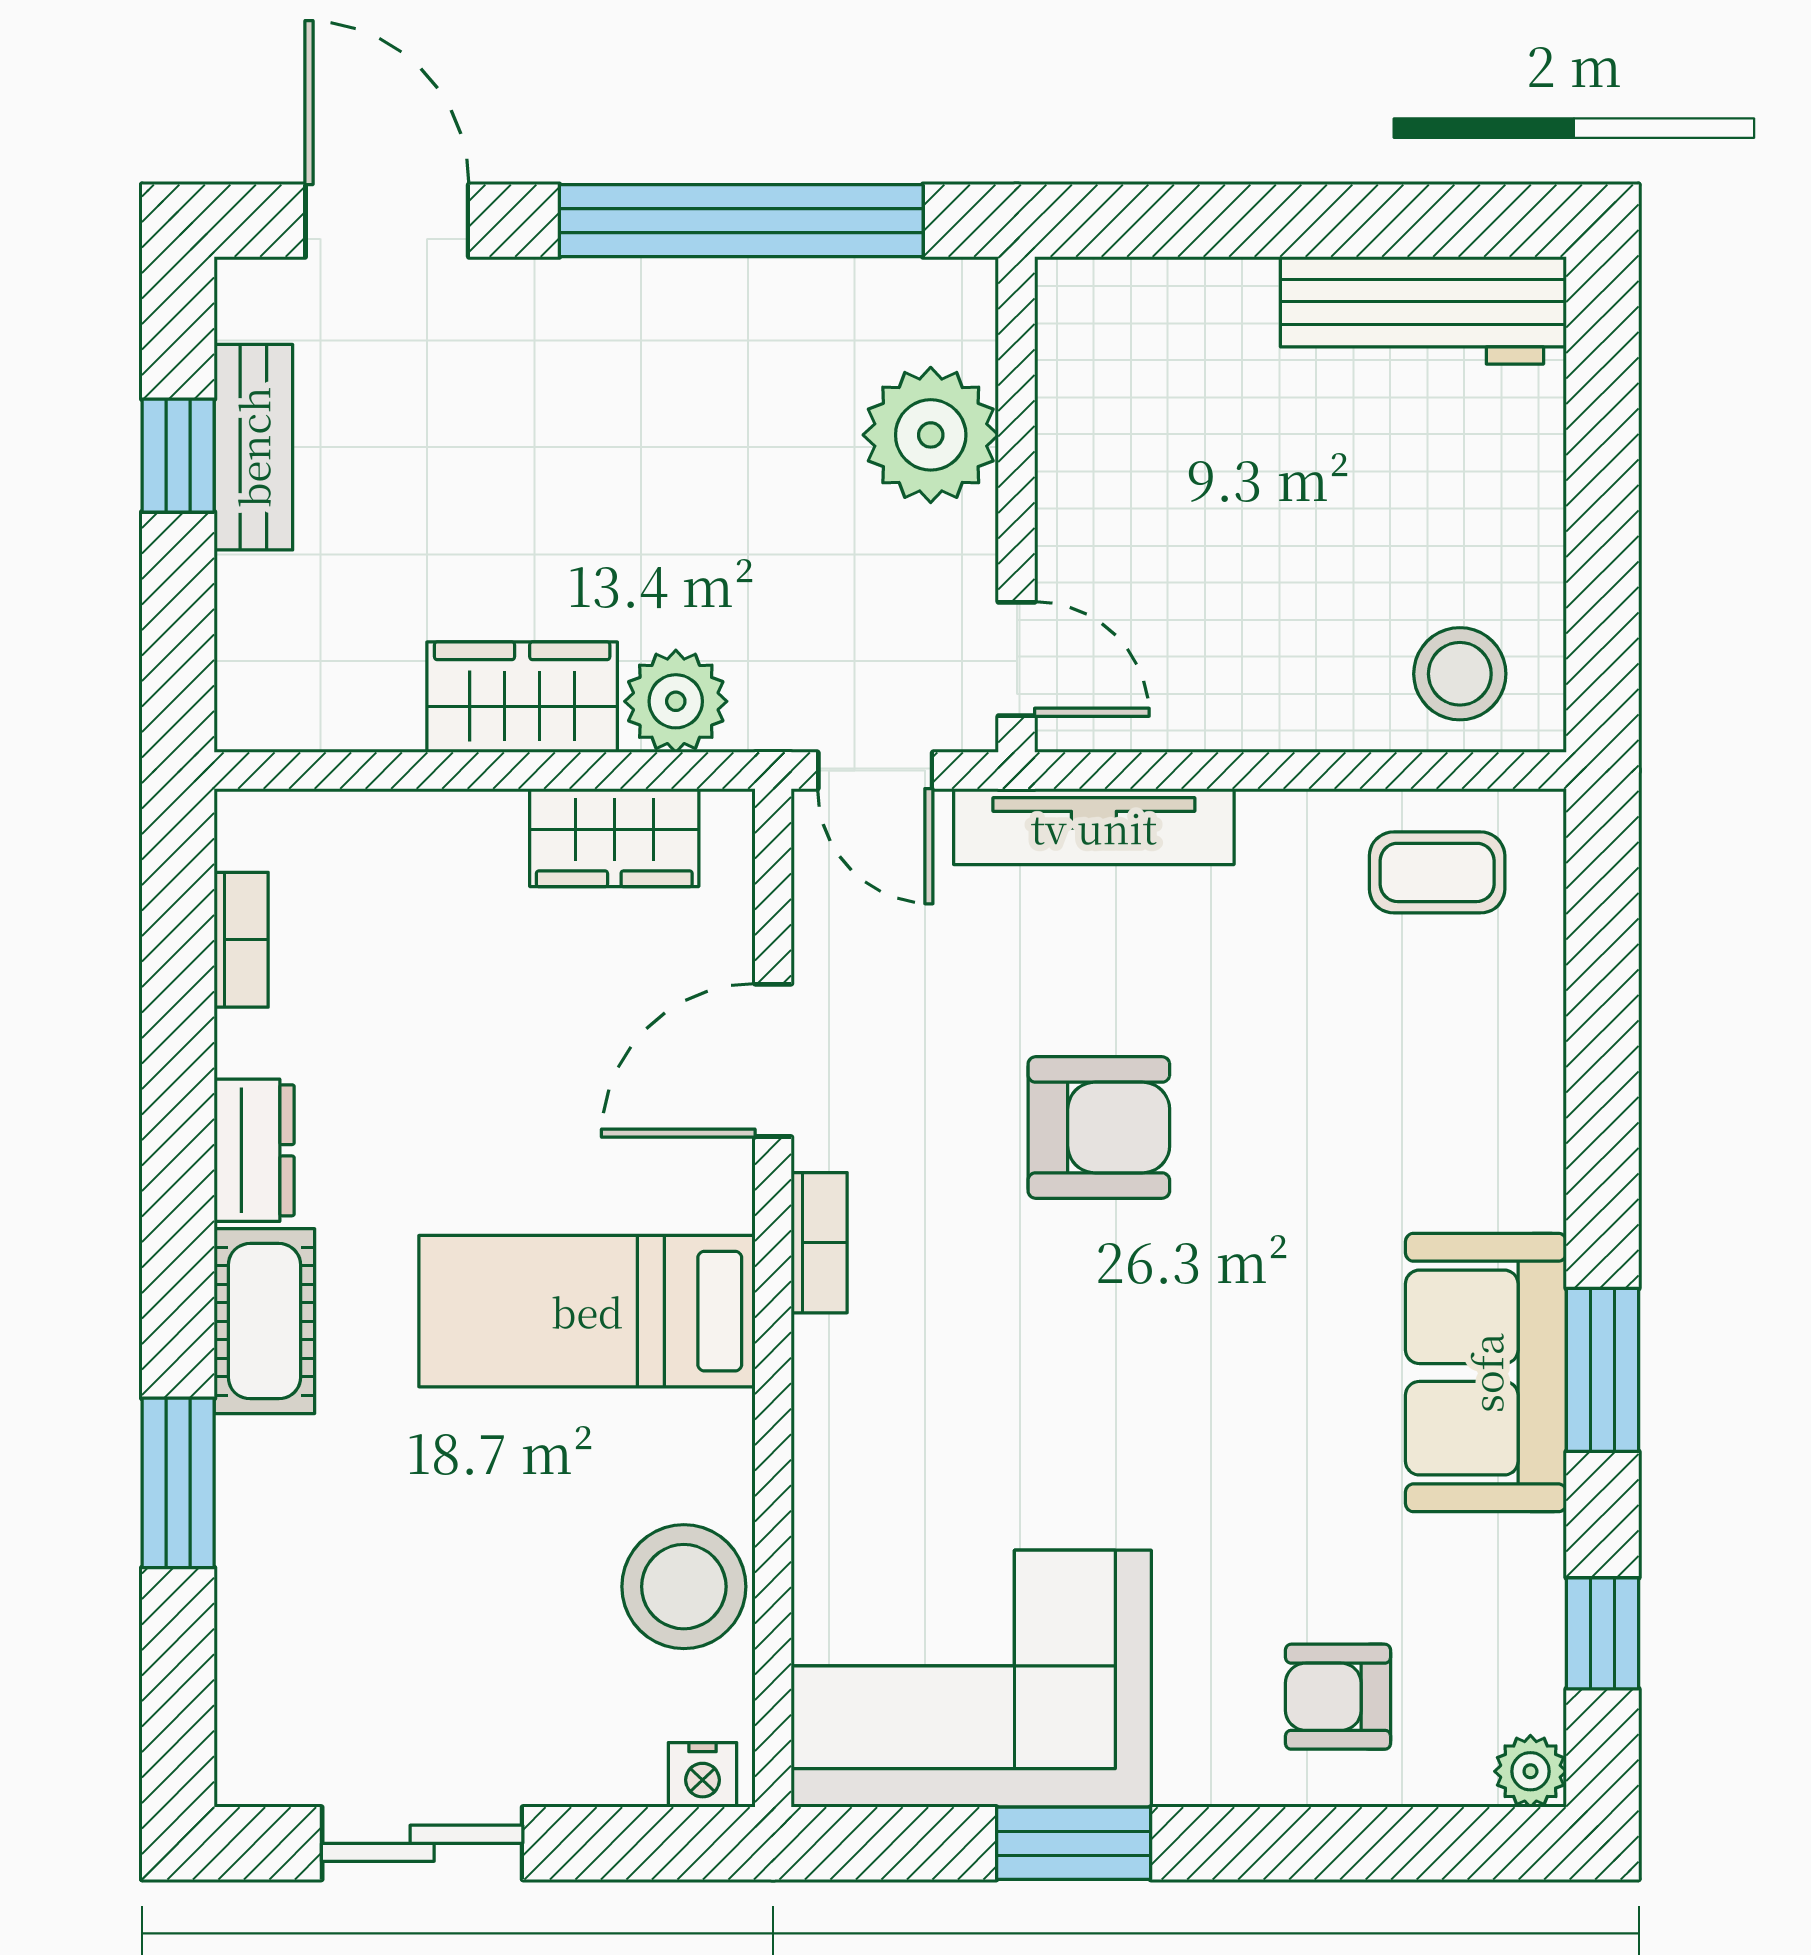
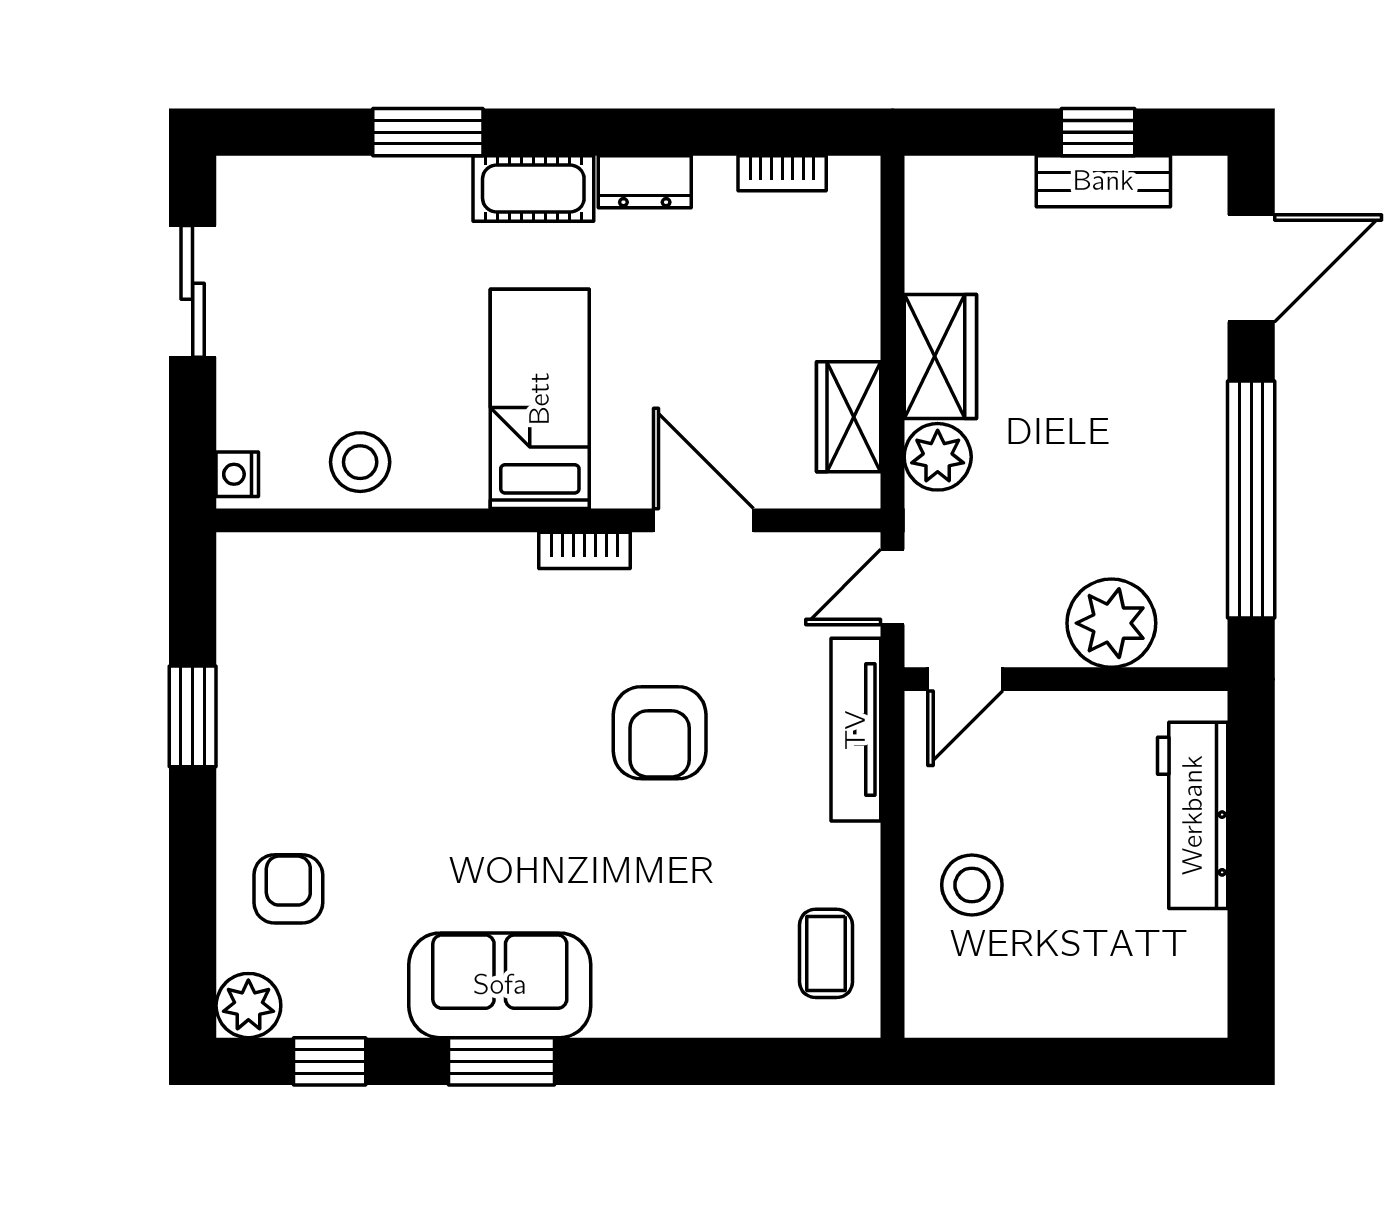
workbench: (1423, 310) -> (1193, 815), moved
stool: (1460, 674) -> (972, 885), moved
stool: (684, 1587) -> (360, 462), width x0.73, depth x0.73
corner sofa: (971, 1679) -> (300, 650), removed
plant: (1530, 1771) -> (248, 1006), width x1.38, depth x1.38

